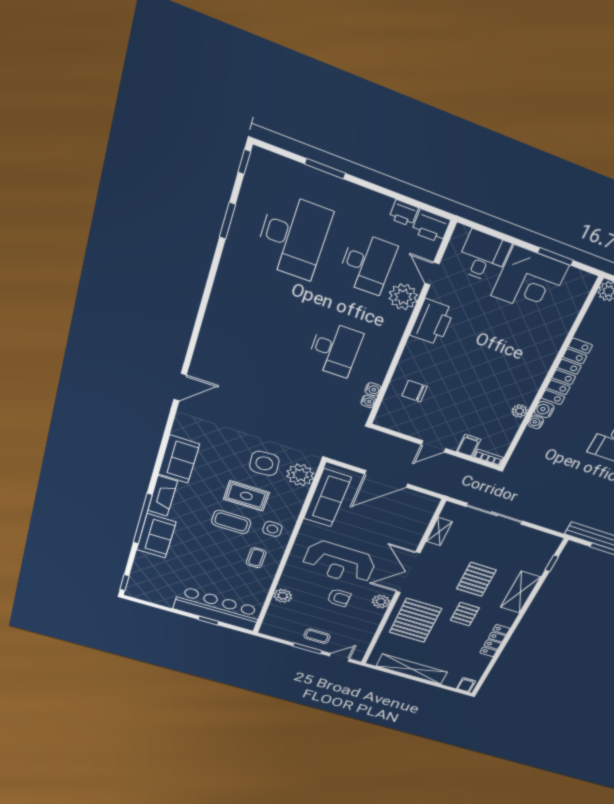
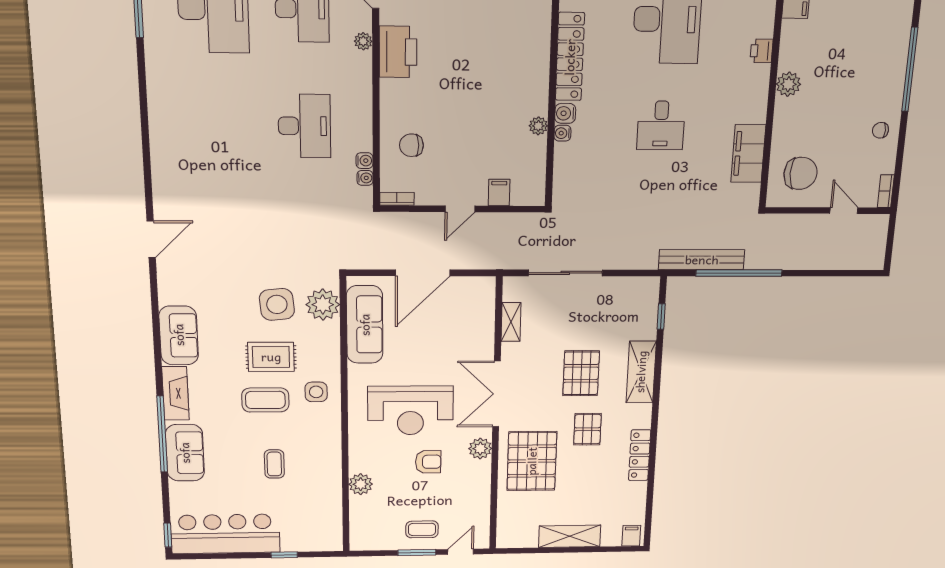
plant: (403, 297) -> (363, 41), width x0.53, depth x0.53
bookcase: (488, 457) -> (397, 199), moved
coffee table: (256, 558) -> (274, 464), moved
bar counter: (217, 609) -> (225, 534), moved
shelving: (412, 669) -> (570, 536), width x0.68

